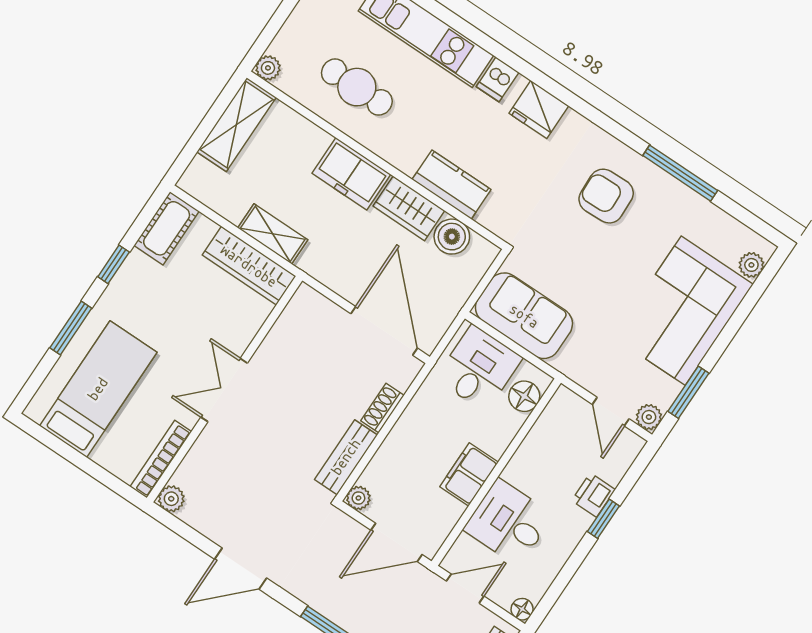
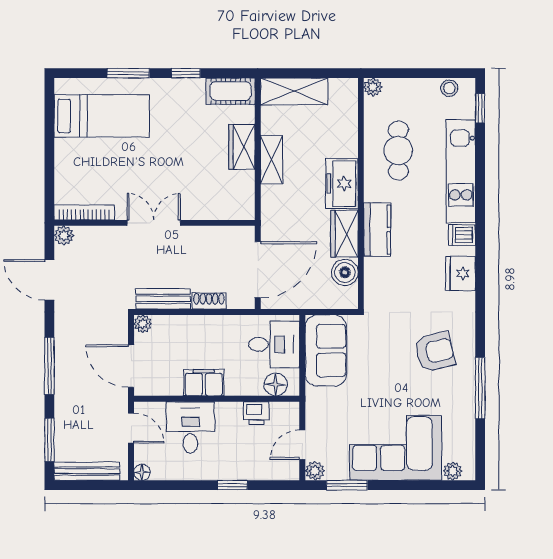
shelving: (237, 125) -> (294, 91), moved
kitchen counter: (451, 185) -> (377, 230), moved
armchair: (606, 196) -> (435, 352), turned 78
wardrobe: (249, 266) -> (242, 147), width x0.67
wall: (225, 389) -> (154, 223), moved
double door: (224, 390) -> (154, 223), moved
bookcase: (161, 459) -> (84, 212), moved
printer: (593, 495) -> (256, 413), moved, turned 180
plant: (171, 499) -> (64, 235), moved

